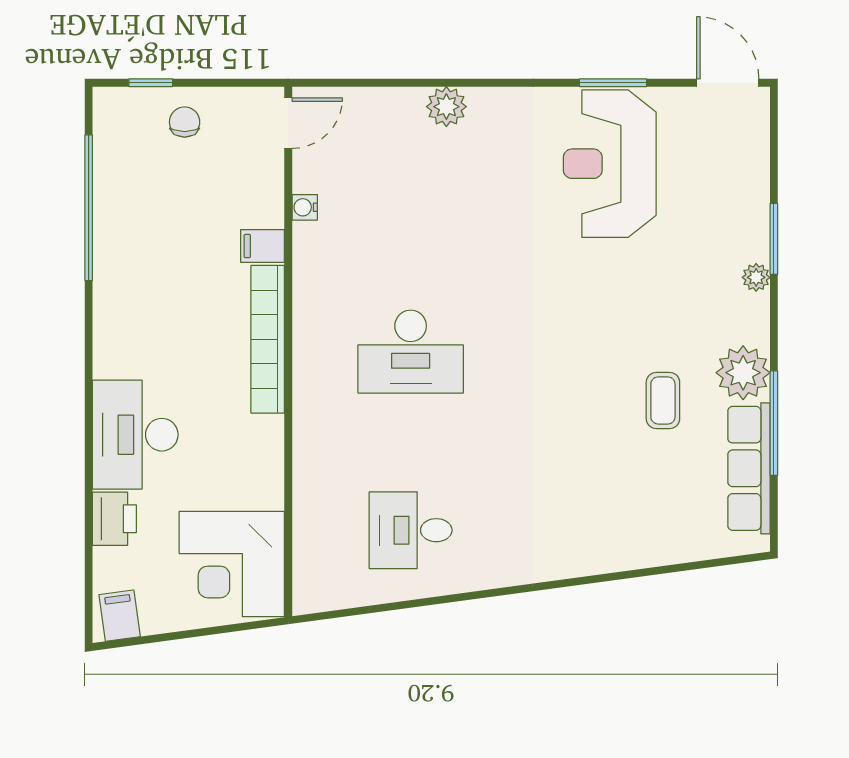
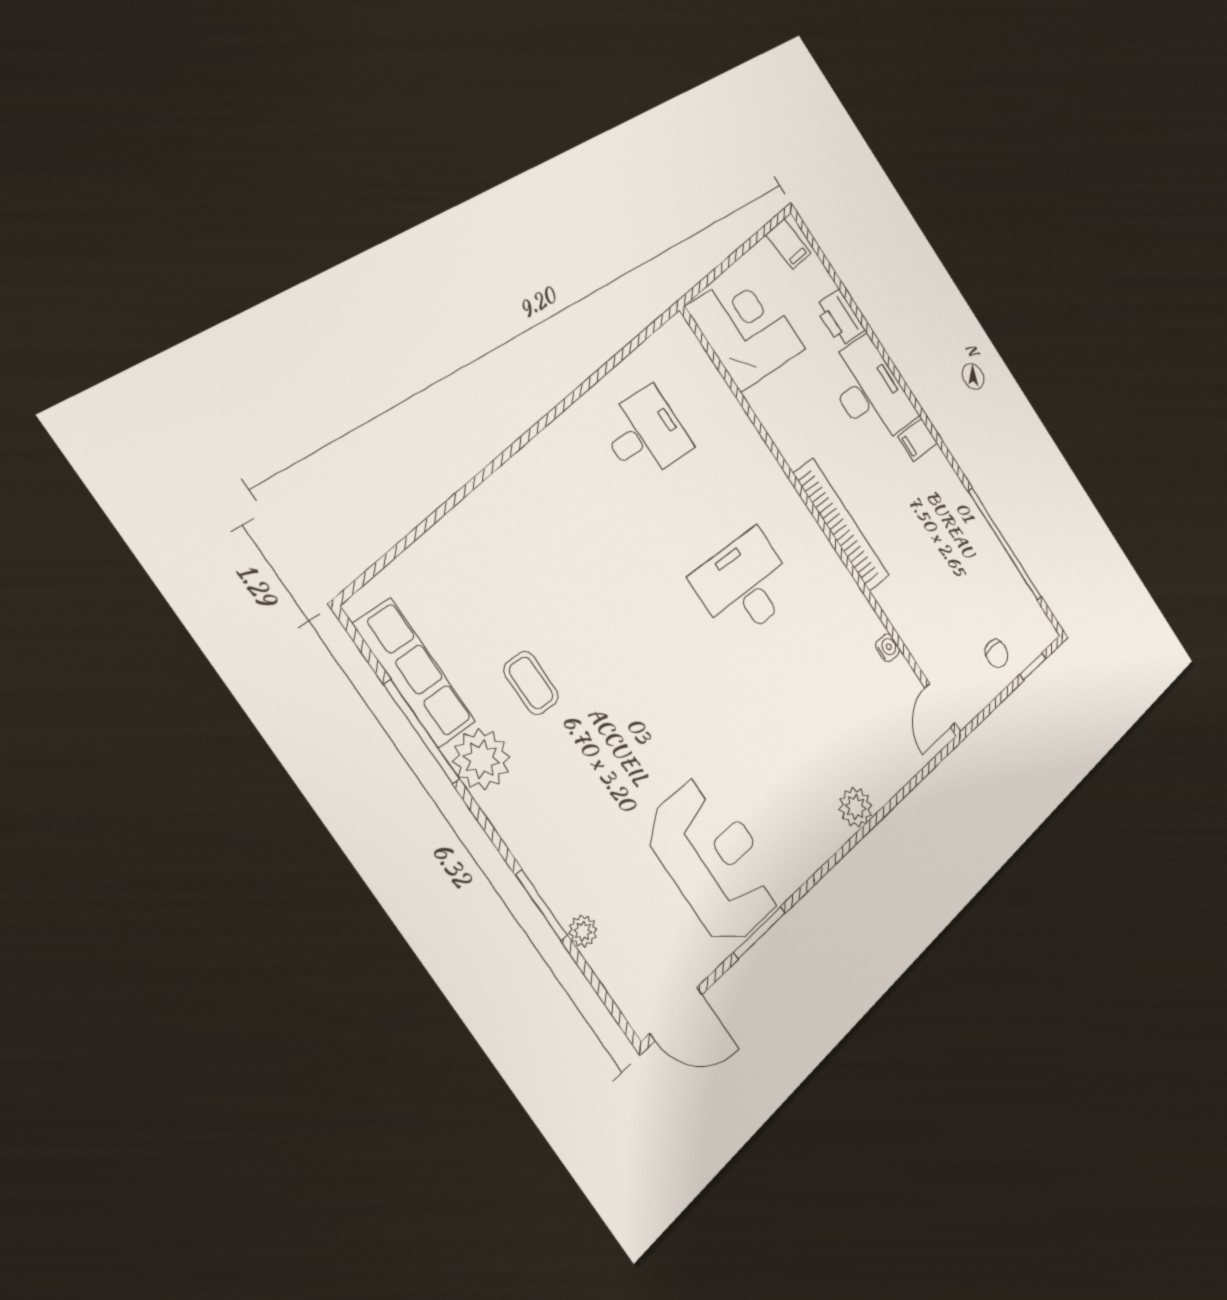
filing cabinet: (263, 246) -> (918, 440), moved, turned 180
plant: (756, 277) -> (583, 931), moved

